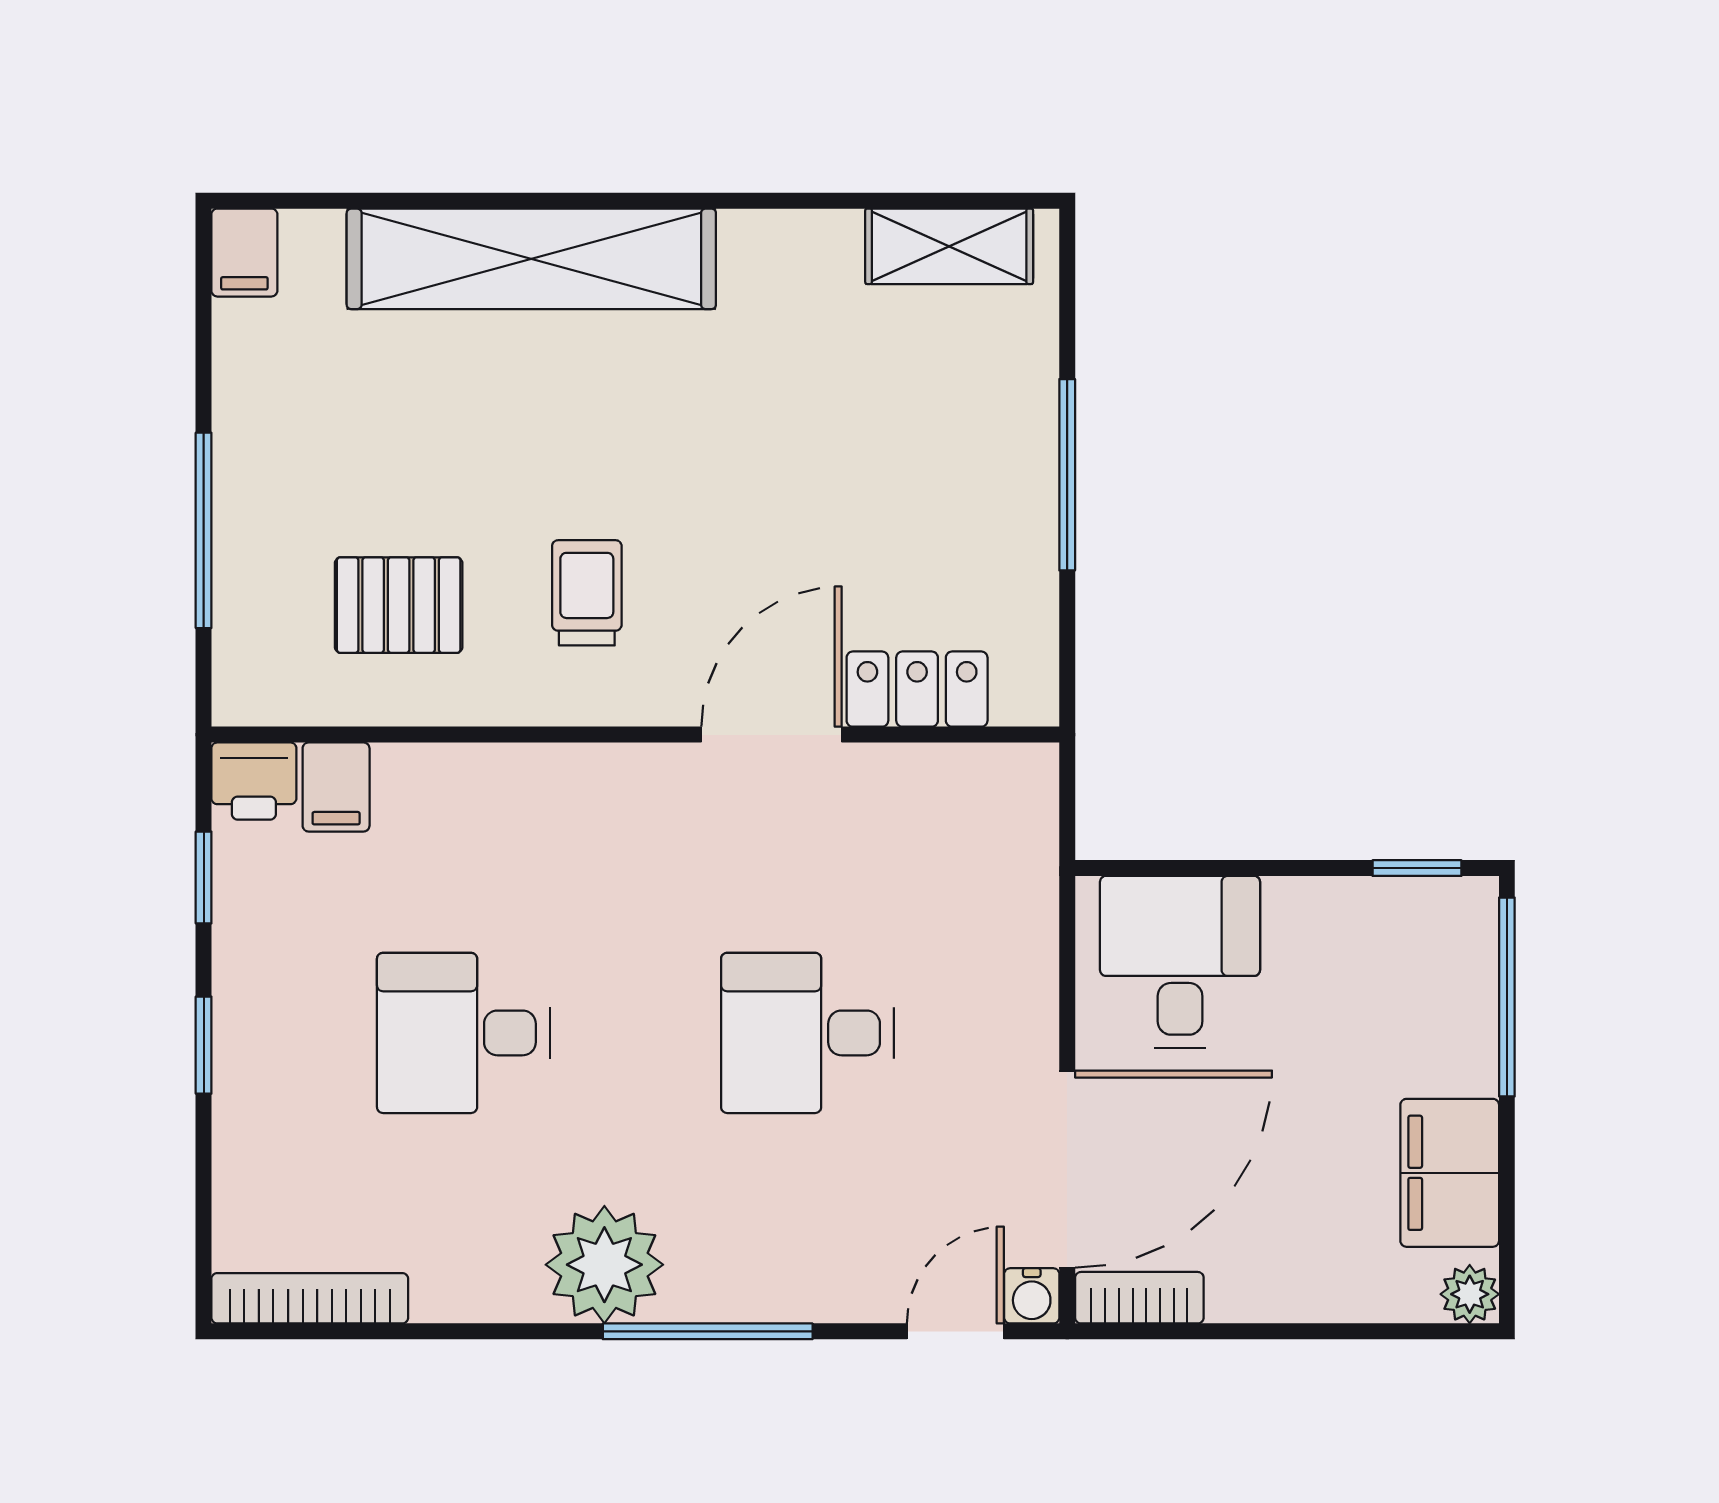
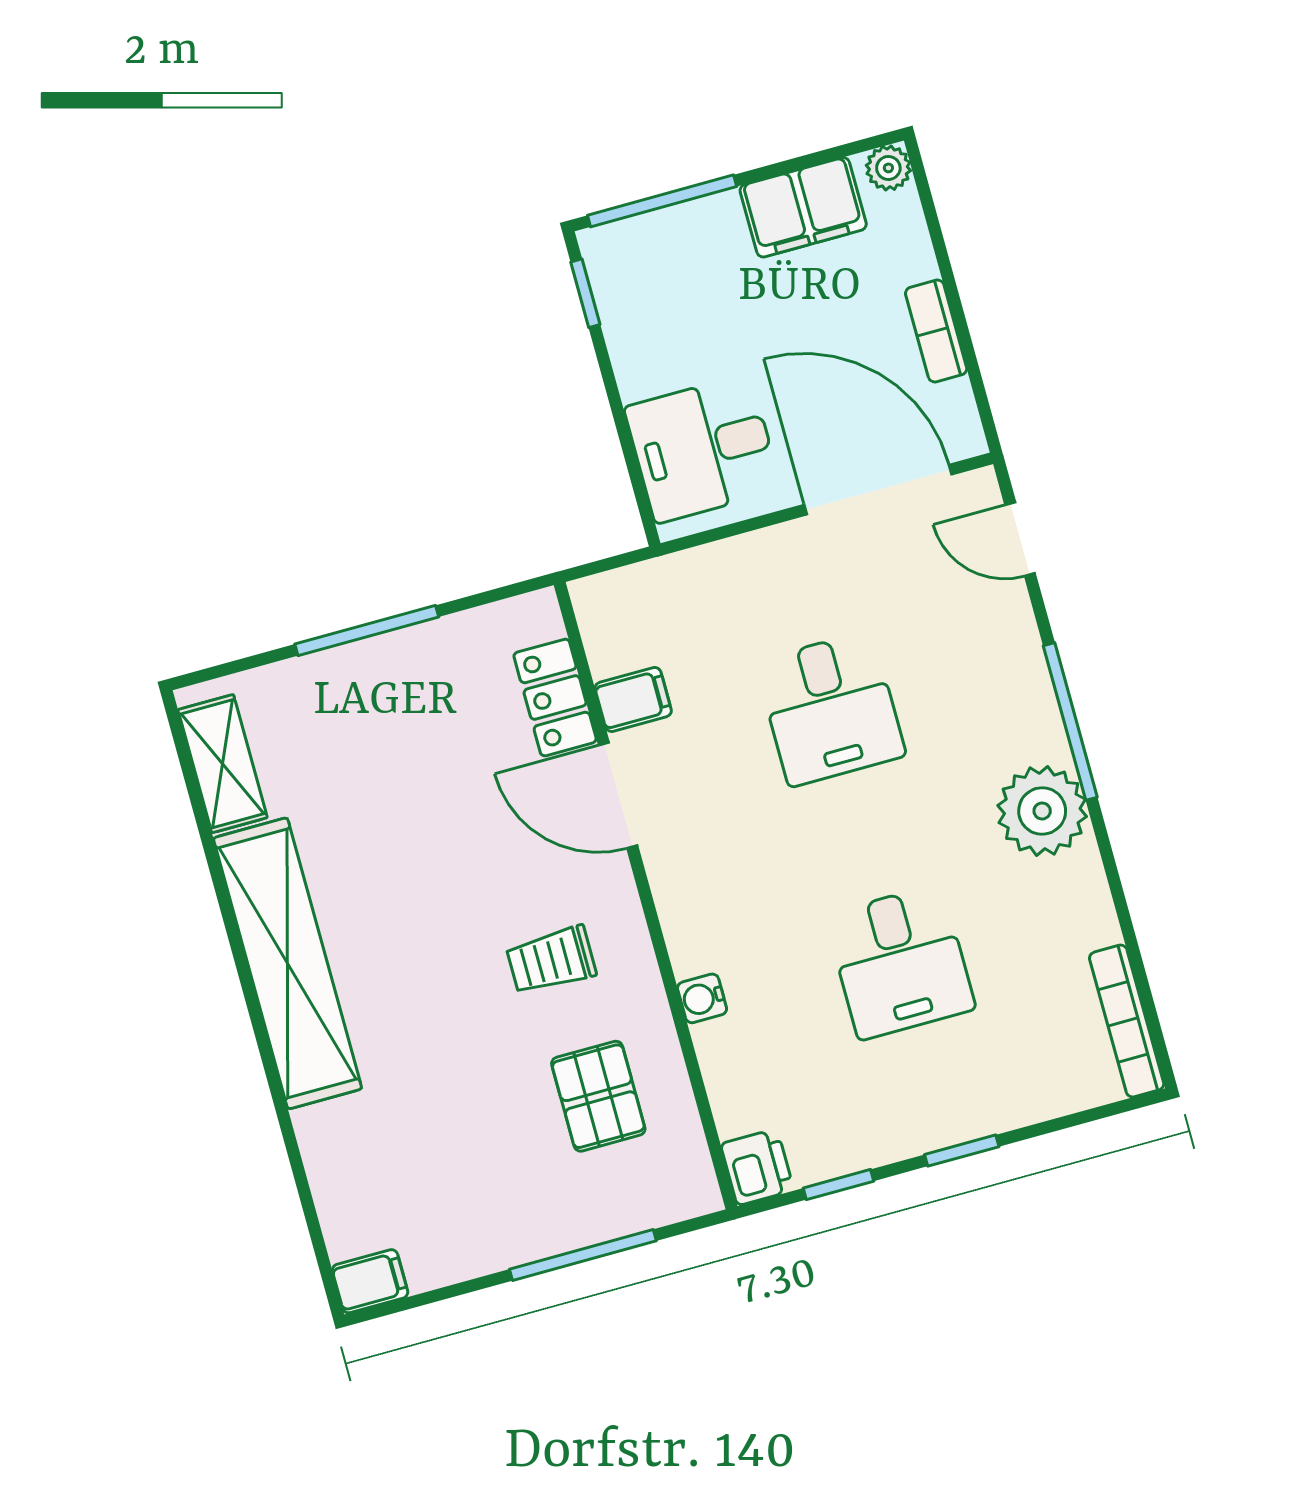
shelving: (531, 259) -> (288, 963), moved
filing cabinet: (336, 787) -> (633, 699), moved
water cooler: (1032, 1296) -> (702, 998), moved, turned 180
bookcase: (1139, 1298) -> (936, 331), moved

